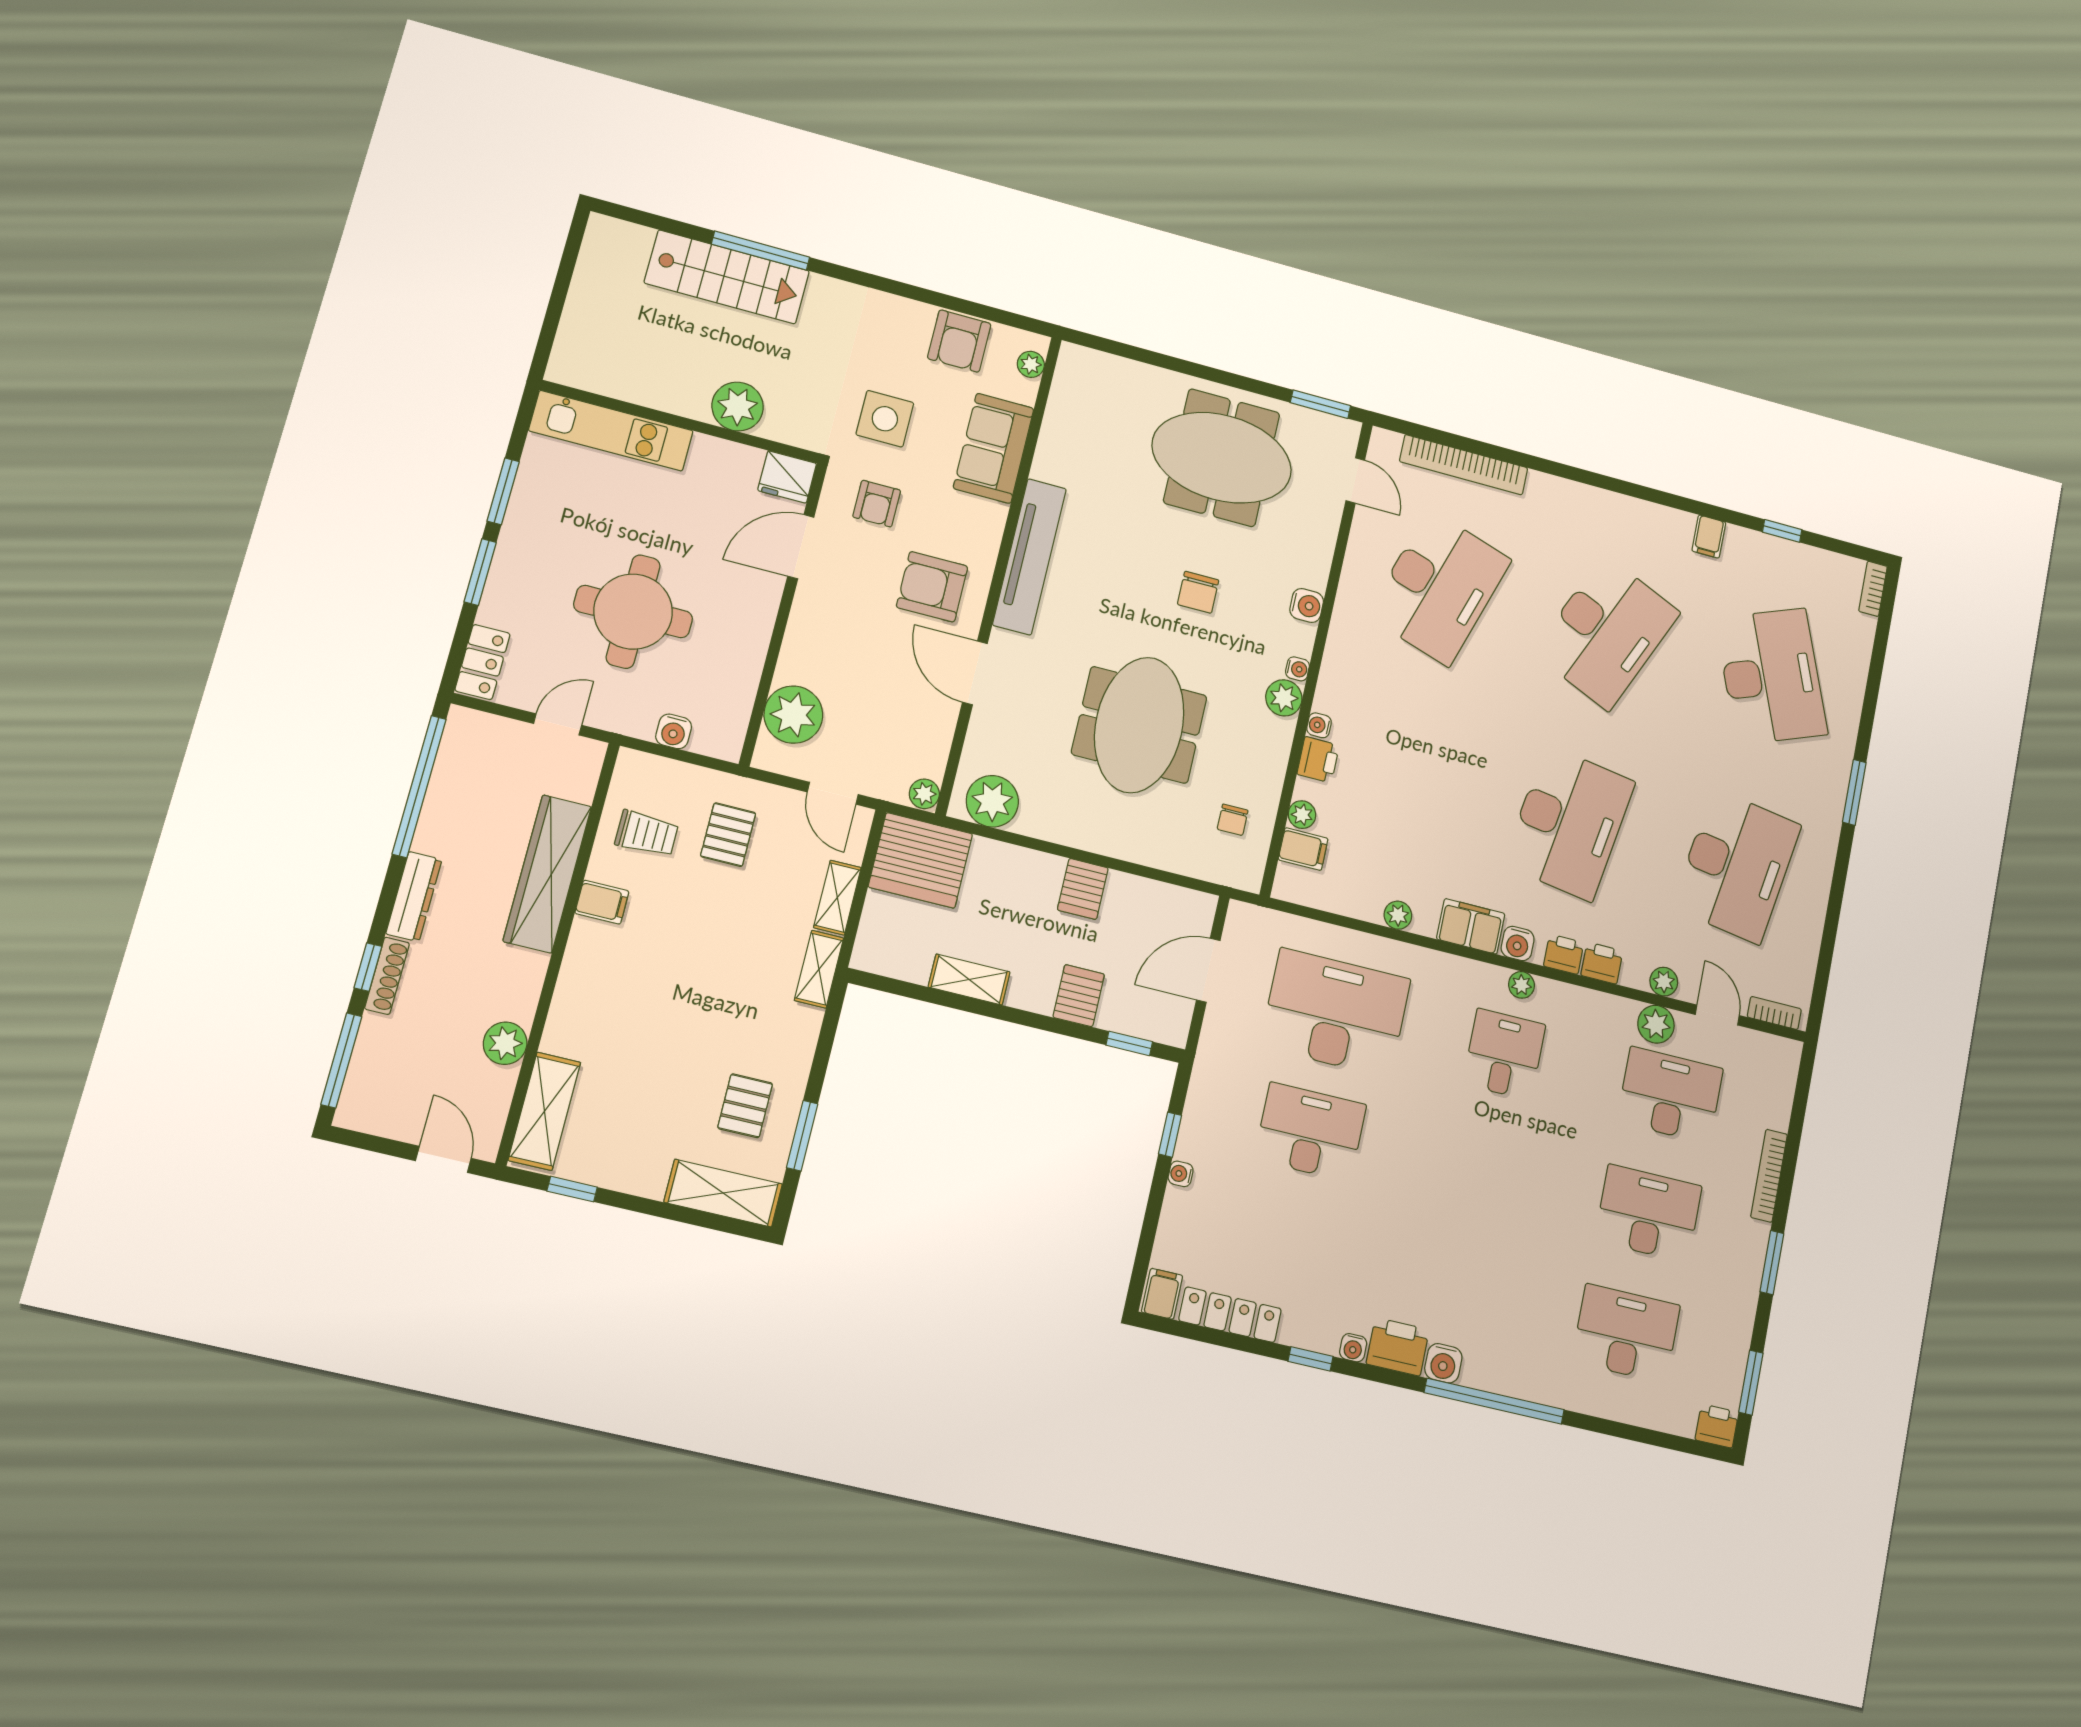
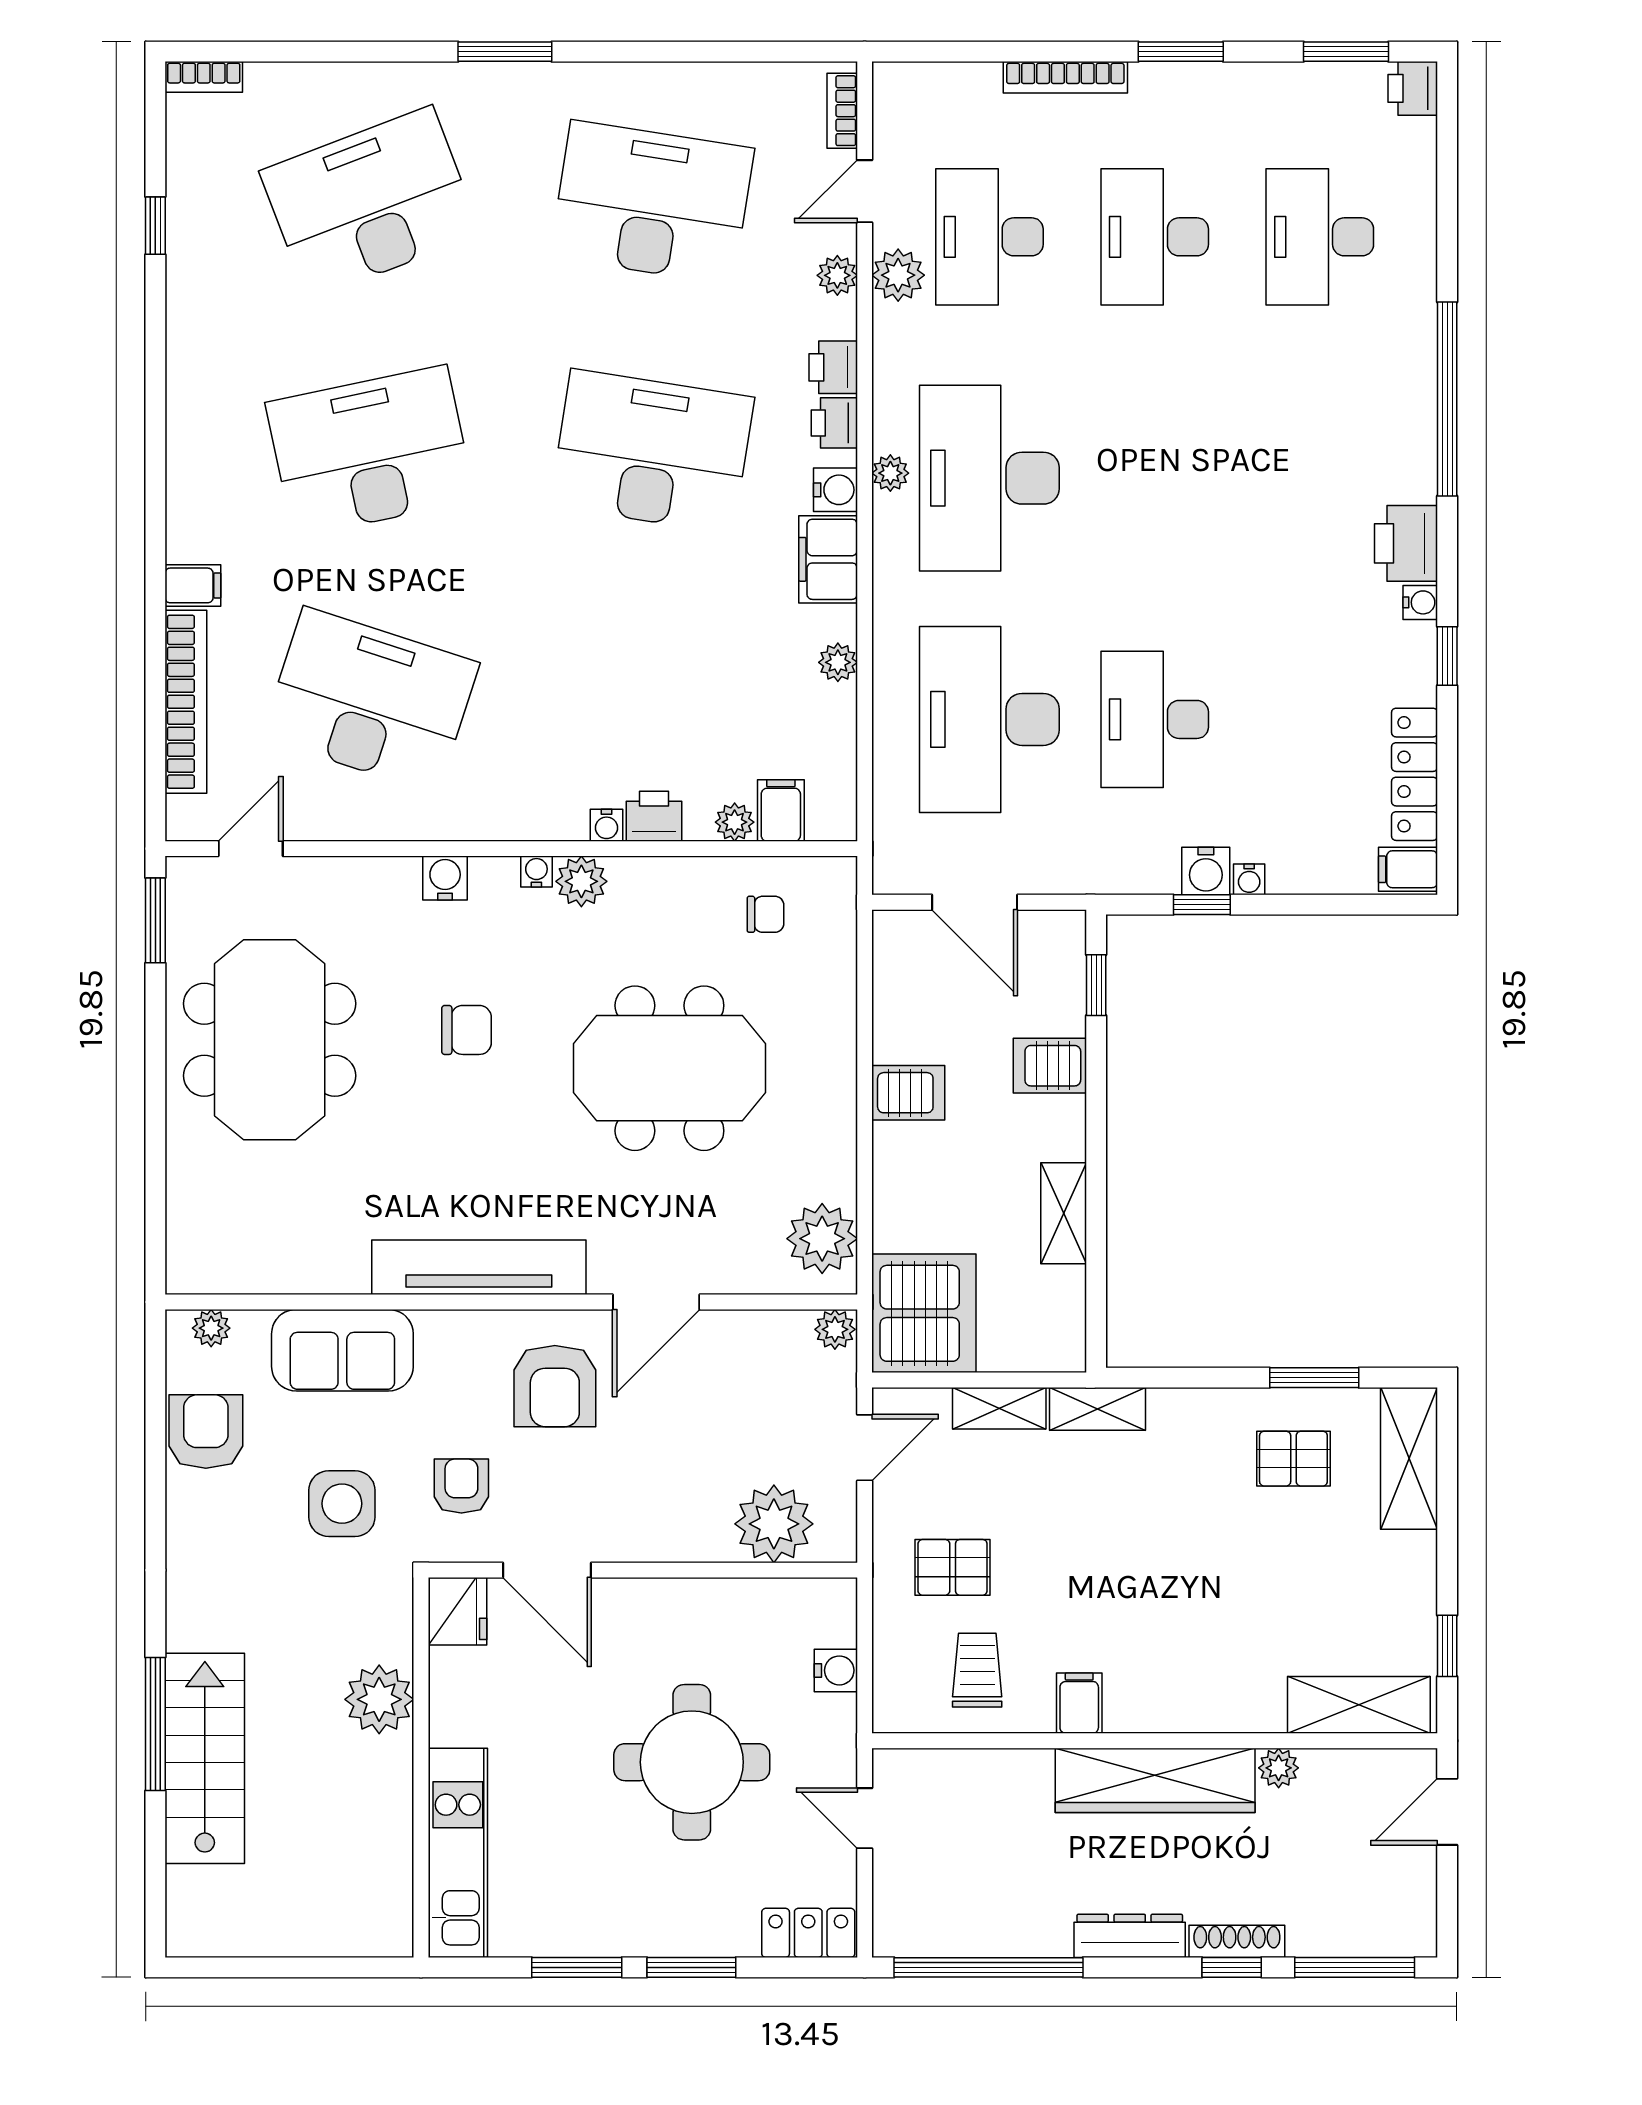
armchair: (959, 341) -> (206, 1431), turned -90
armchair: (877, 504) -> (461, 1486), turned -90
filing cabinet: (1709, 537) -> (193, 585), moved
desk: (1606, 632) -> (370, 451), turned -36
wardrobe: (547, 874) -> (1155, 1780), moved
plant: (505, 1043) -> (1279, 1768), width x0.73, depth x0.73
desk: (1504, 1054) -> (989, 478), width x1.87, depth x1.30
water cooler: (1443, 1363) -> (1206, 871), moved, turned 90

